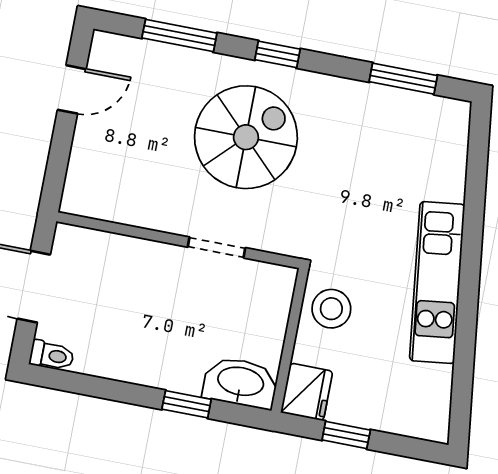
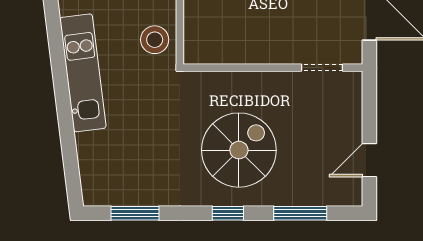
spiral stairs: (246, 137) -> (239, 150), turned 180
doorway: (216, 247) -> (322, 68), moved

